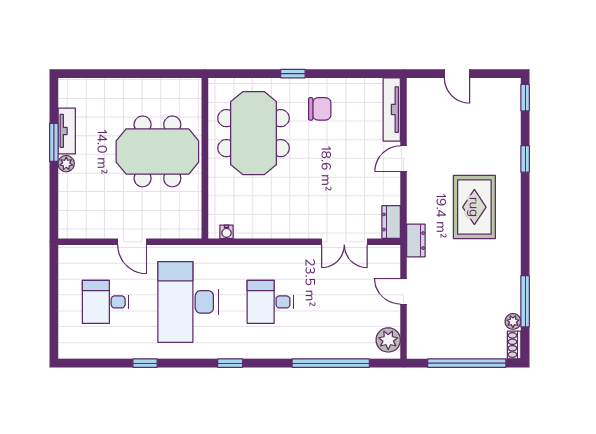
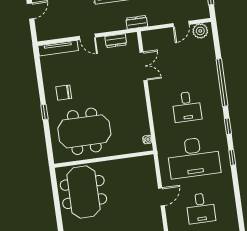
chair: (320, 109) -> (64, 93), turned -90
meeting table: (157, 151) -> (83, 192), moved
dresser: (391, 222) -> (116, 41), moved
door: (404, 291) -> (181, 24), moved
window: (145, 363) -> (232, 157), moved
window: (331, 363) -> (222, 83), moved

